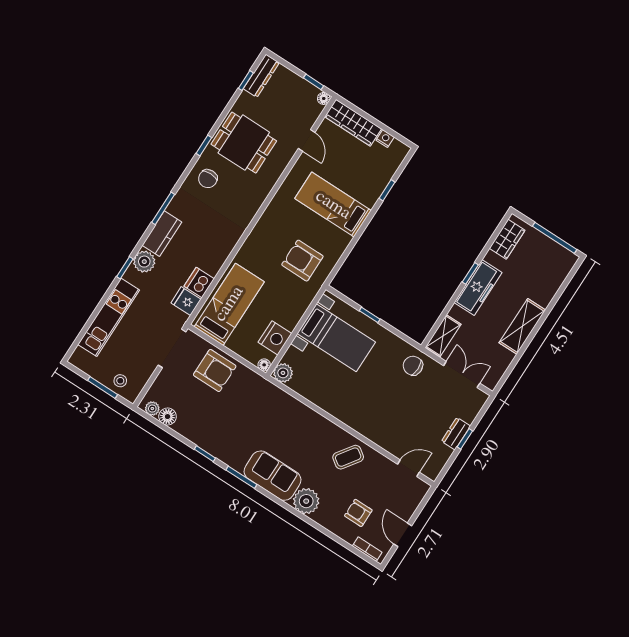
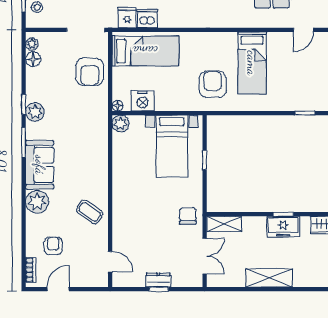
bed: (333, 205) -> (252, 63), moved, turned 180
freezer: (478, 288) -> (283, 227), width x0.71
plant: (219, 448) -> (35, 112), added

